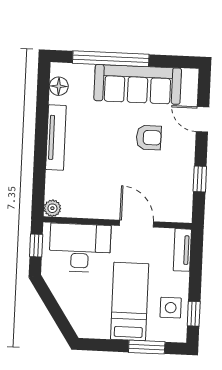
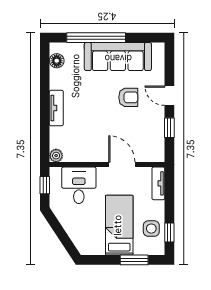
door: (202, 119) -> (169, 96), moved
tv unit: (56, 138) -> (56, 108), width x0.71
desk: (80, 248) -> (79, 185), width x0.73

